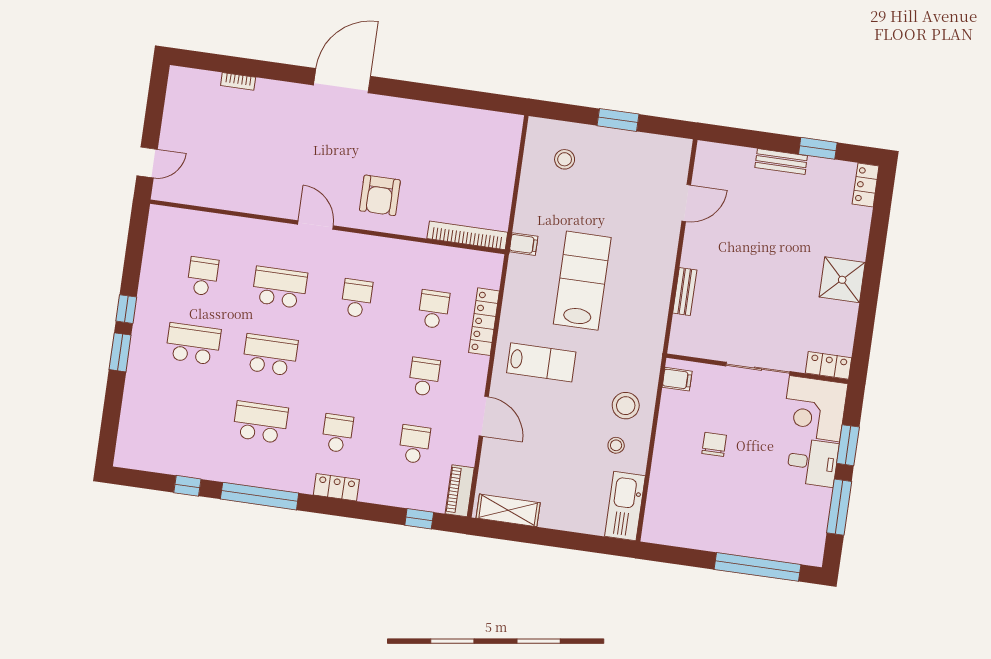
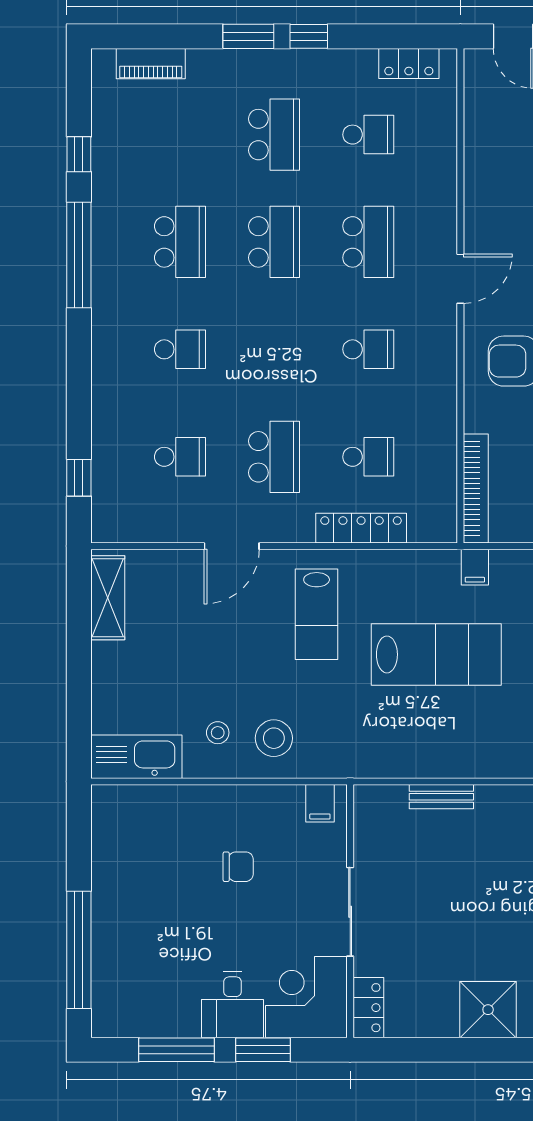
school desk: (424, 377) -> (274, 457), width x1.85
locker: (336, 487) -> (409, 63), moved, turned 90
piano: (460, 491) -> (151, 64), moved, turned 180

